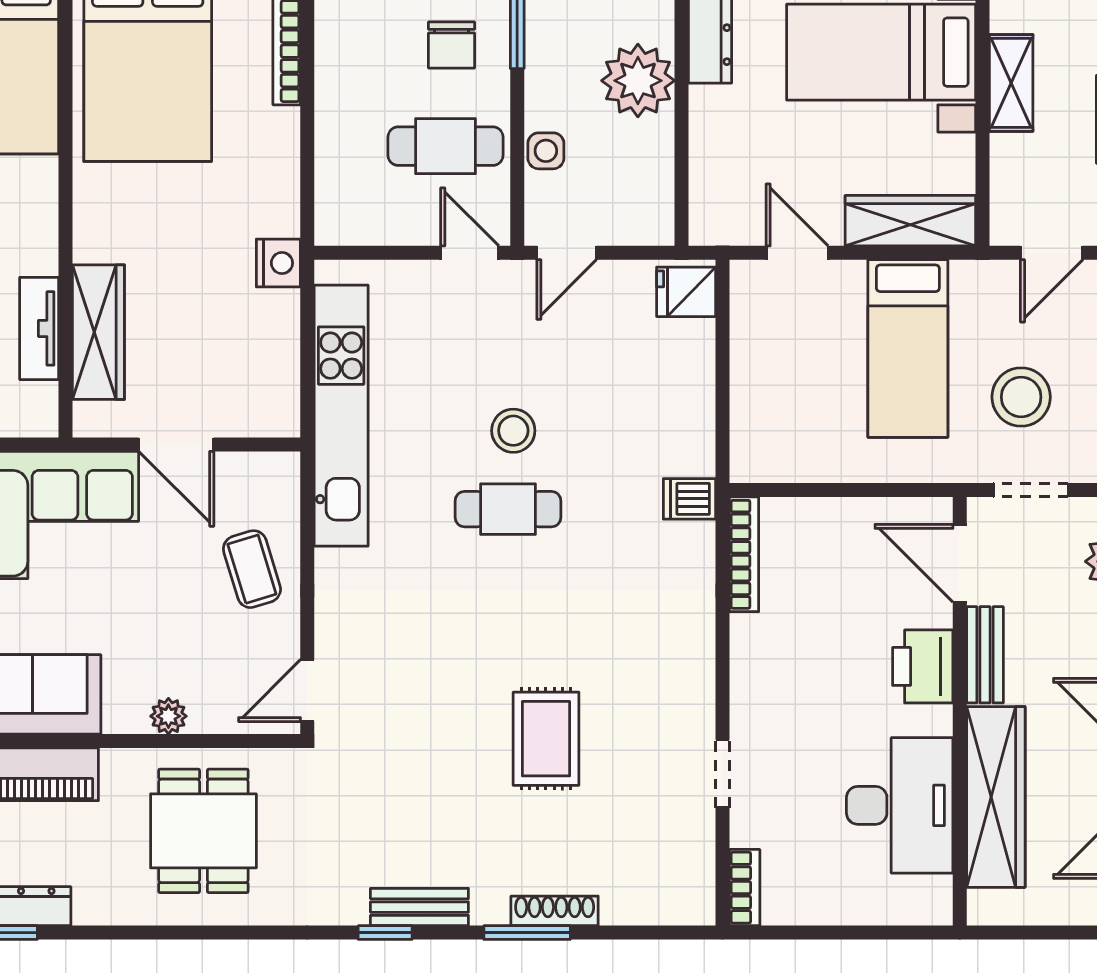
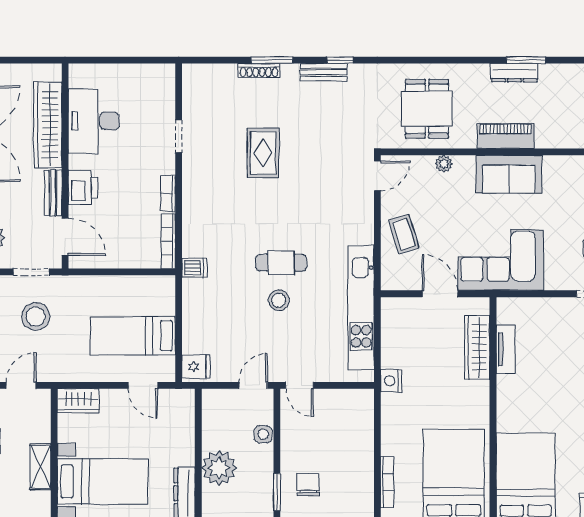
cafe table: (445, 146) -> (311, 437), removed
wardrobe: (910, 221) -> (78, 401), width x0.67
bed: (908, 349) -> (133, 336), moved, turned -90
bookcase: (745, 888) -> (168, 194), moved

